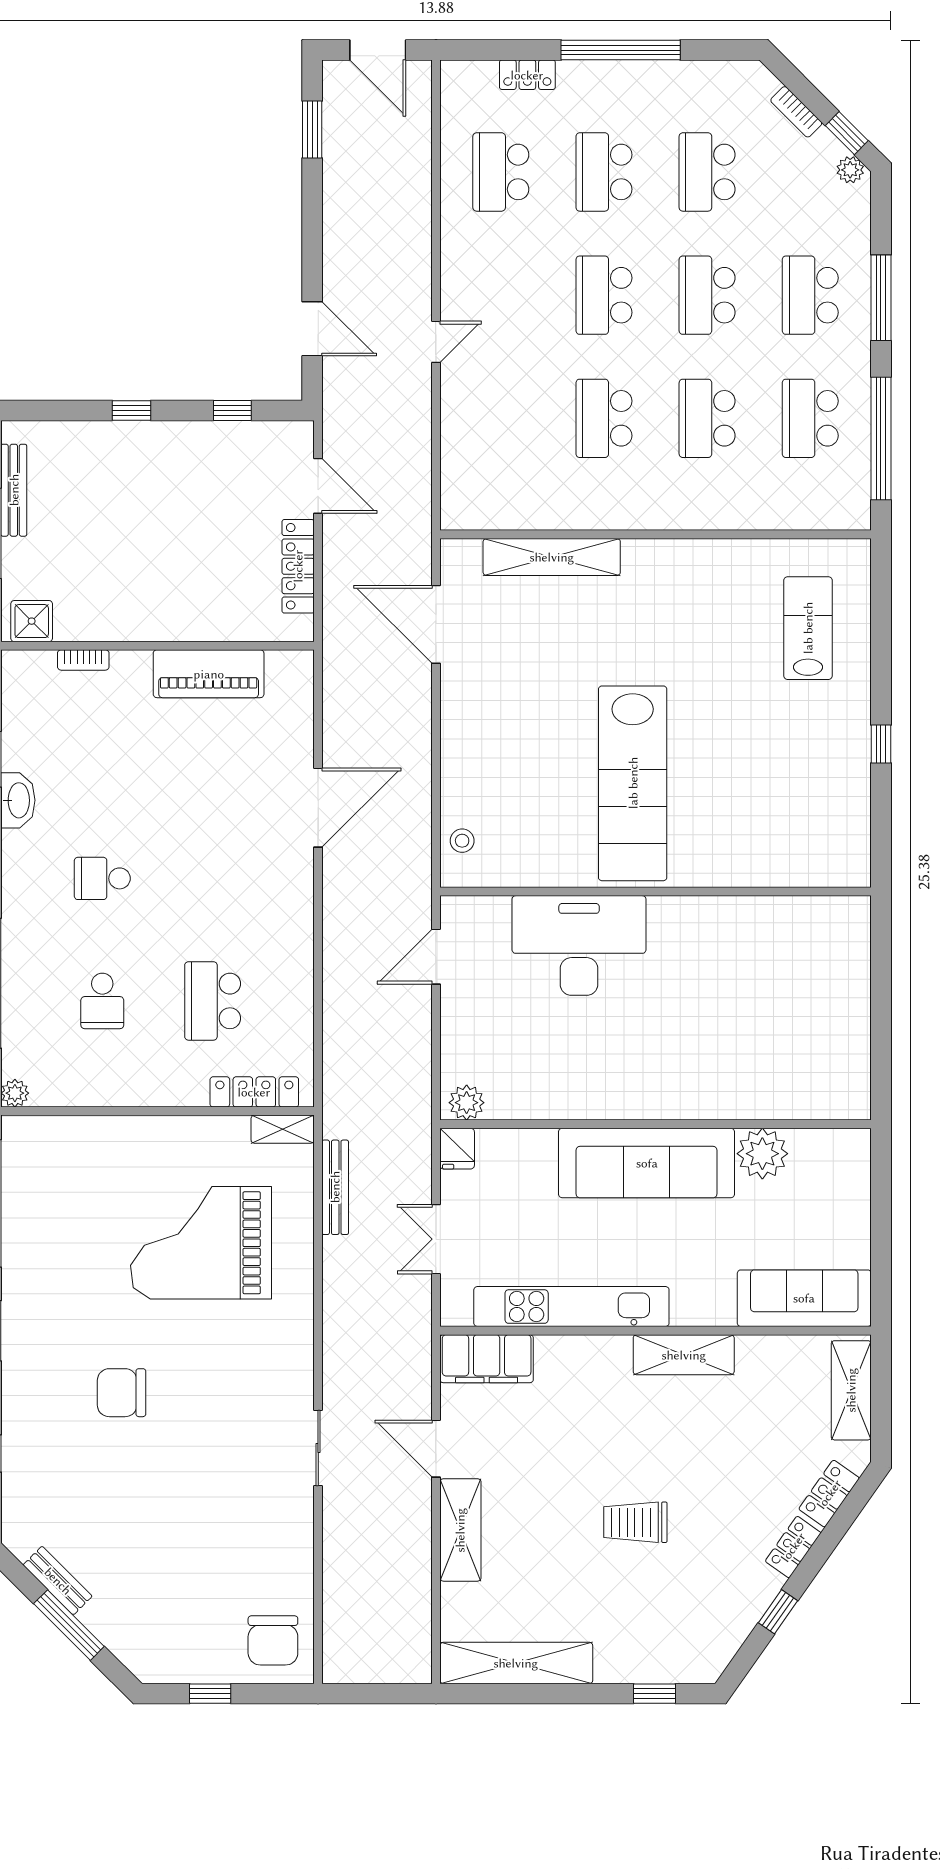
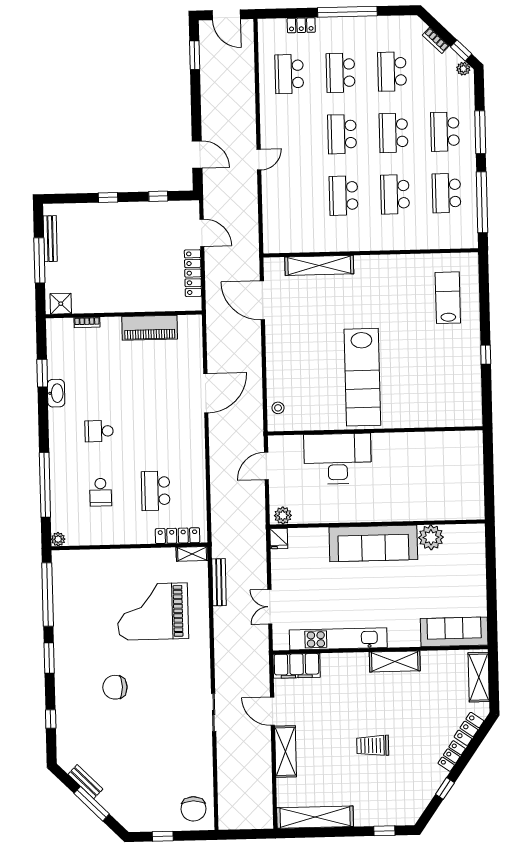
plant: (467, 1103) -> (283, 515), moved
wall: (656, 1124) -> (377, 524), moved
fridge: (457, 1149) -> (279, 539), moved
plant: (762, 1154) -> (431, 537), moved
sofa: (647, 1163) -> (373, 543), moved

